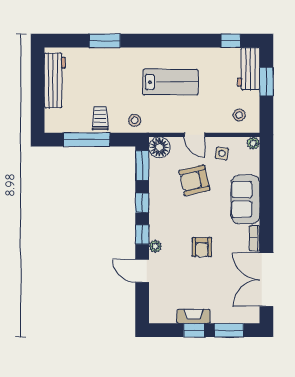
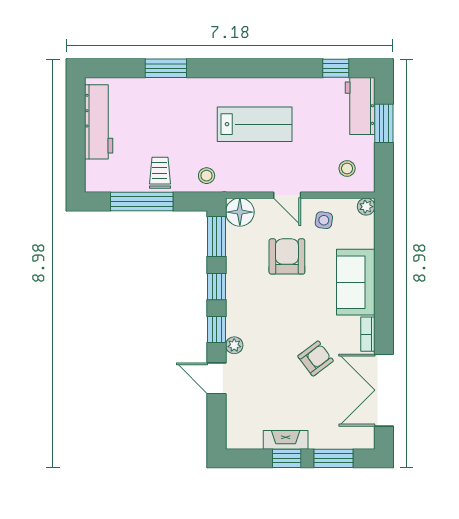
armchair: (194, 180) -> (287, 256), turned 103
armchair: (202, 247) -> (316, 358), moved, turned -127

